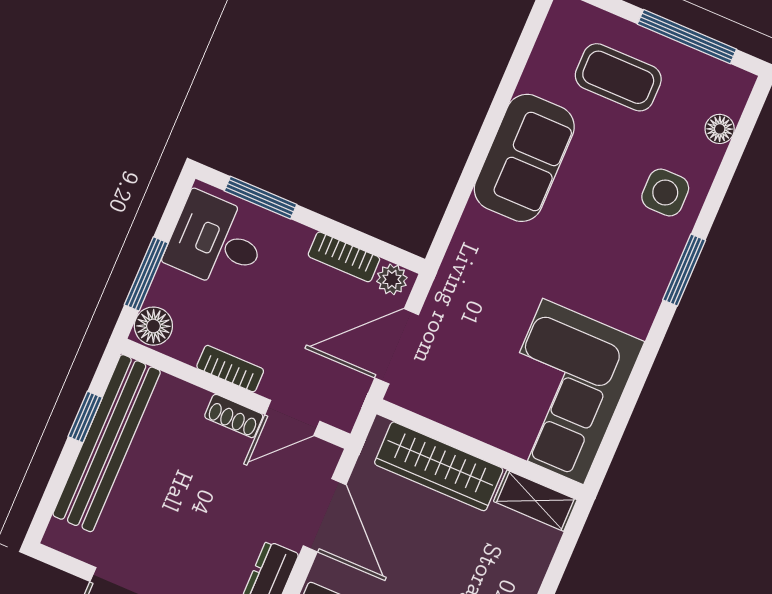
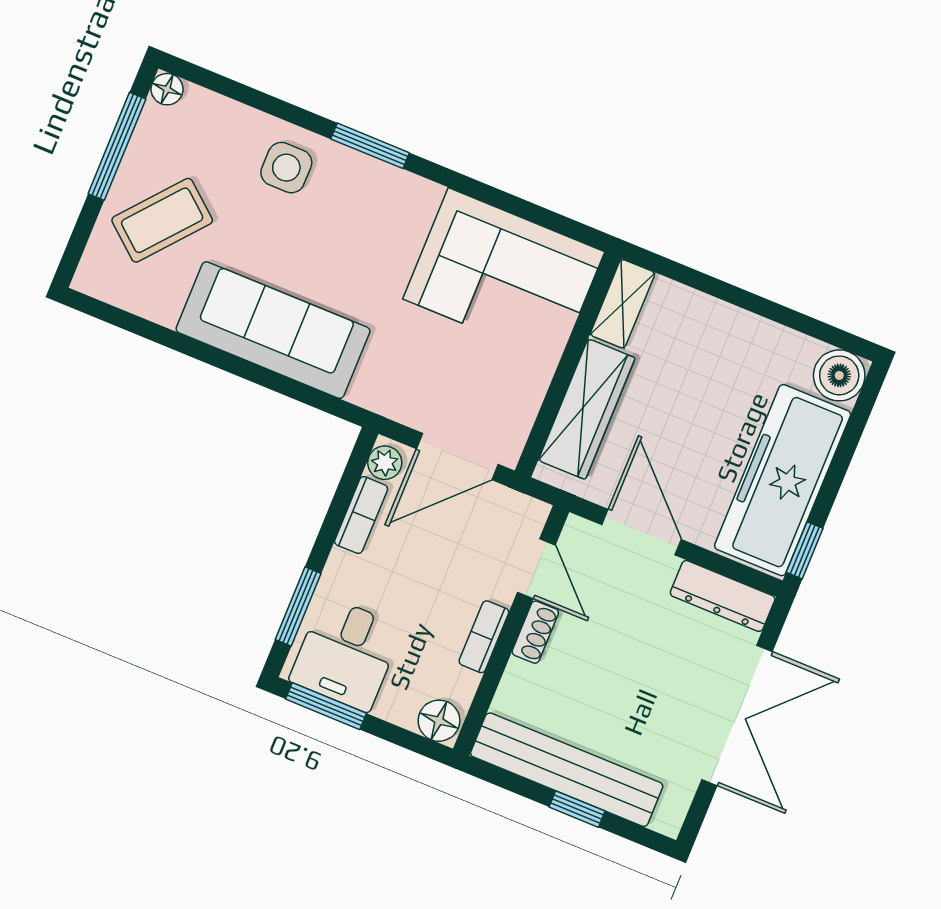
coffee table: (618, 77) -> (162, 220), turned 40
floor lamp: (720, 129) -> (167, 89), moved
sofa: (524, 158) -> (273, 330), width x1.36
window: (146, 274) -> (326, 706), moved
door: (397, 346) -> (457, 457), hinge flipped
window: (85, 417) -> (577, 809), moved
door: (325, 515) -> (642, 532), hinge flipped

